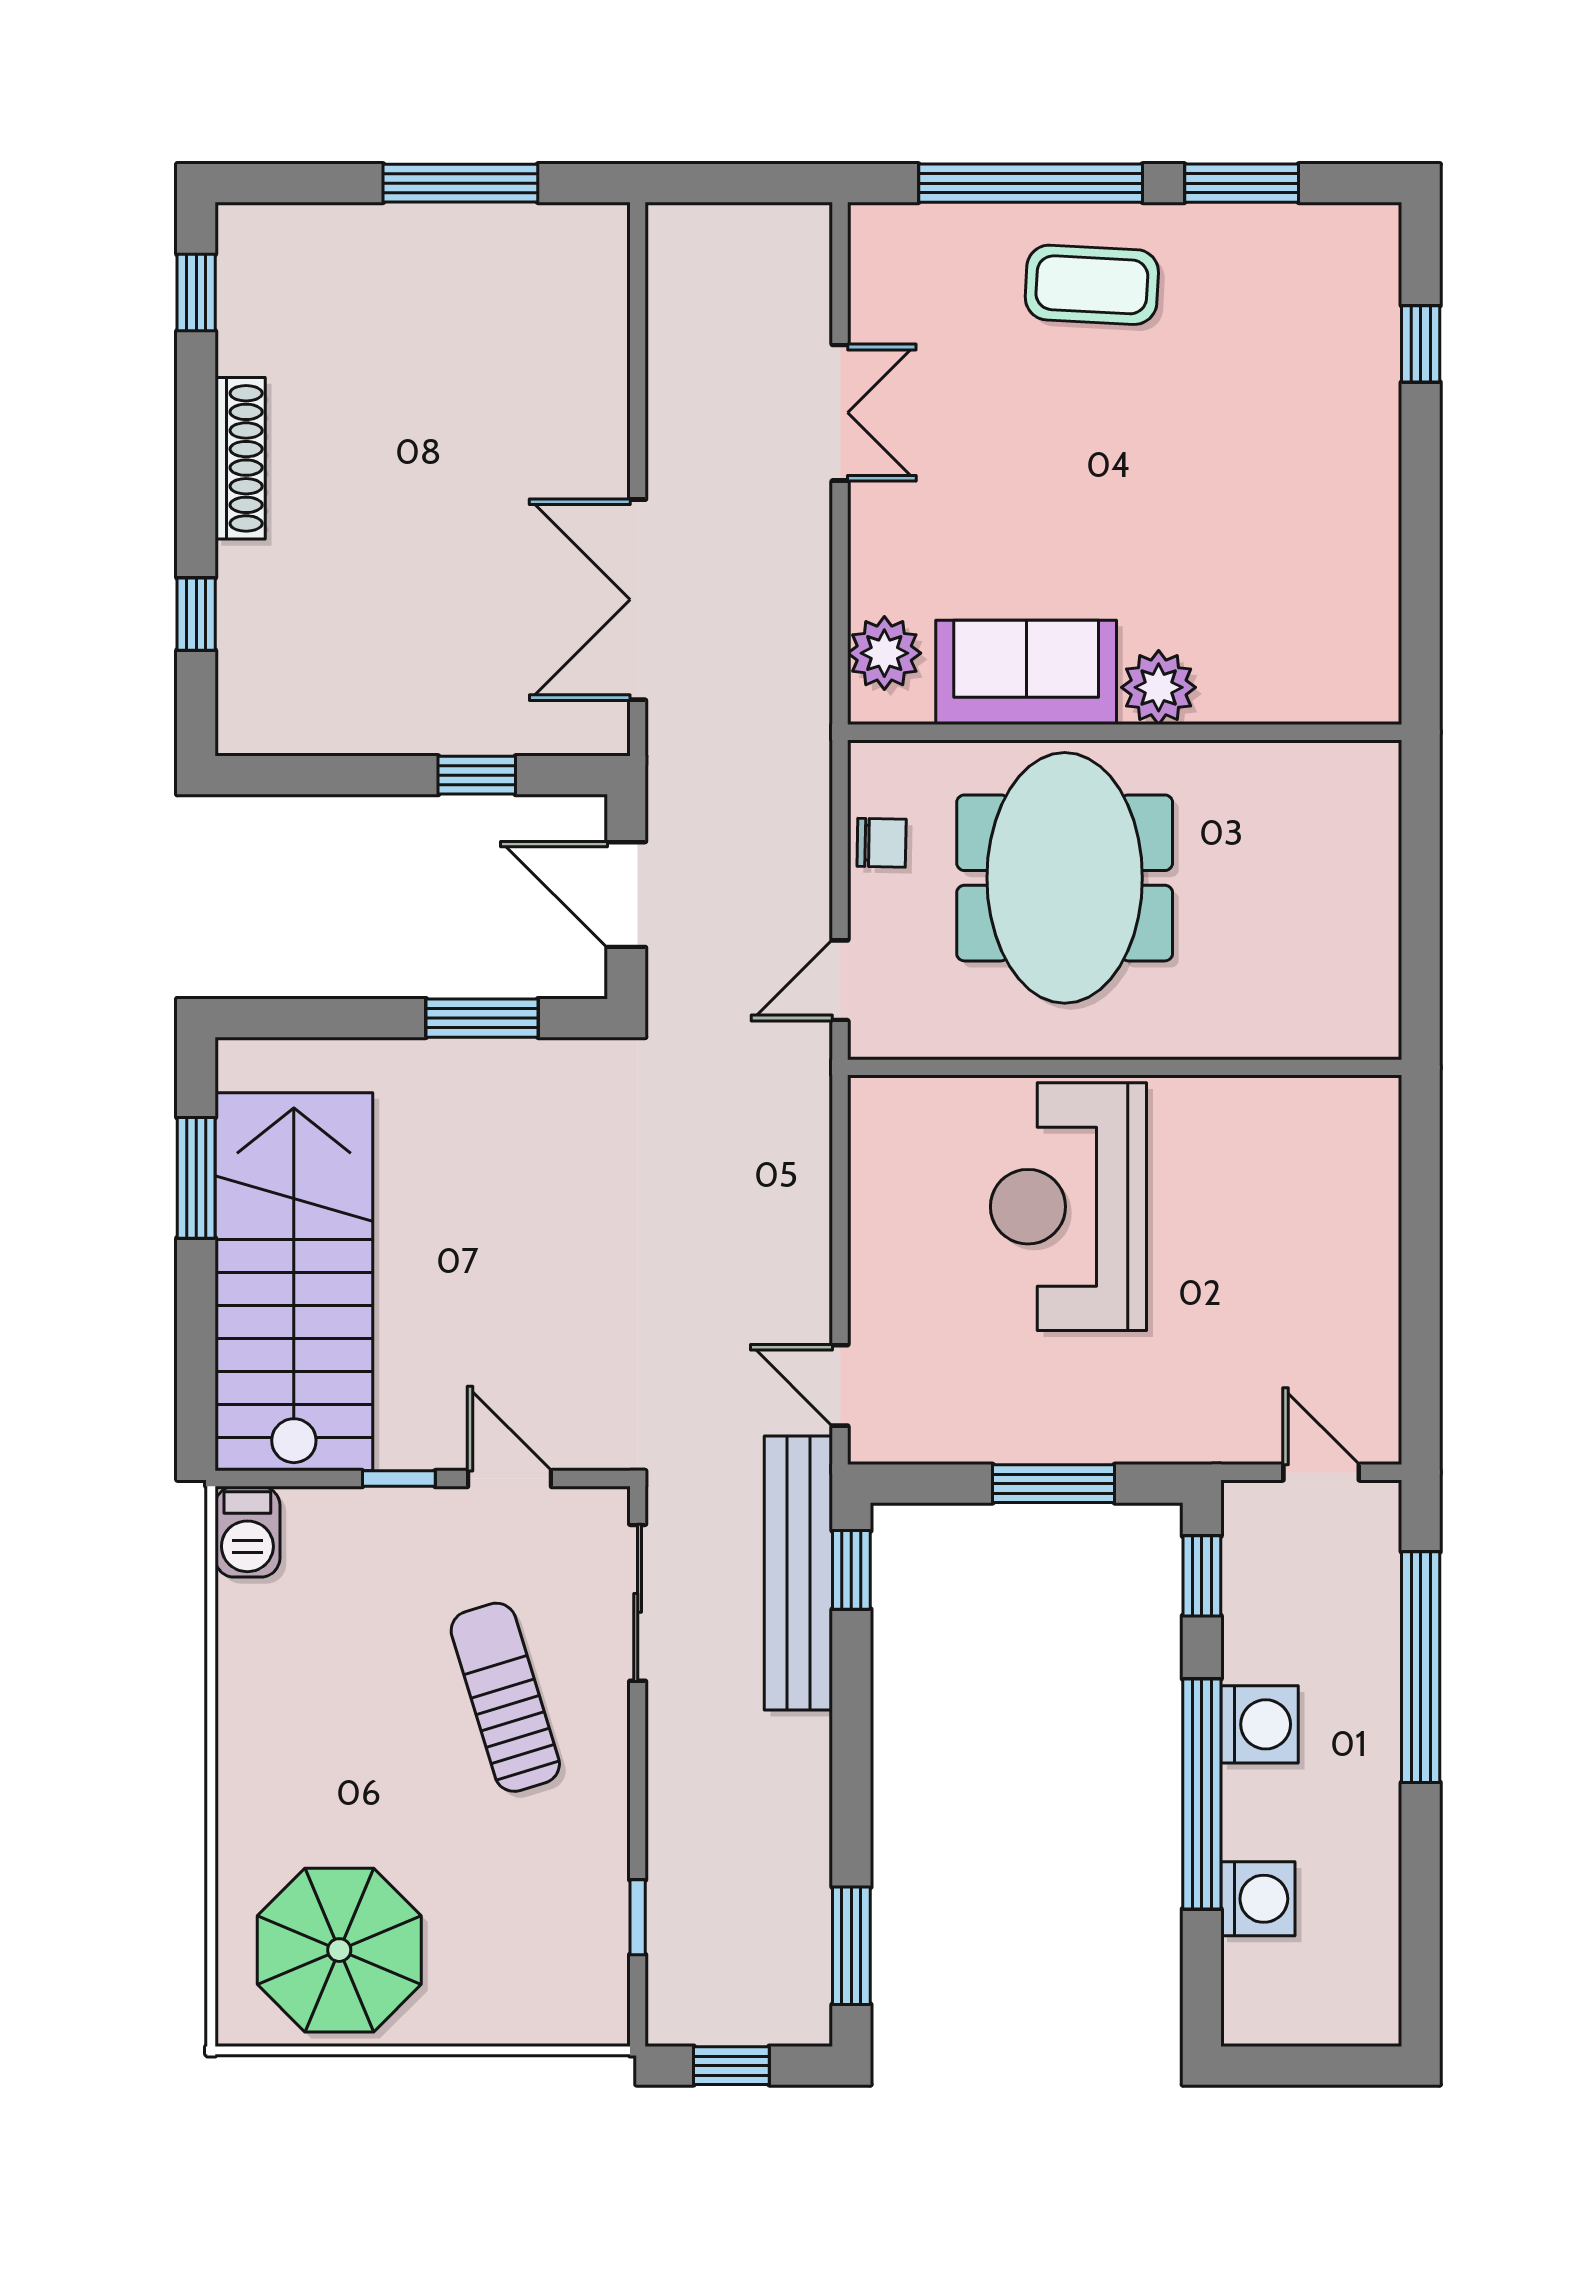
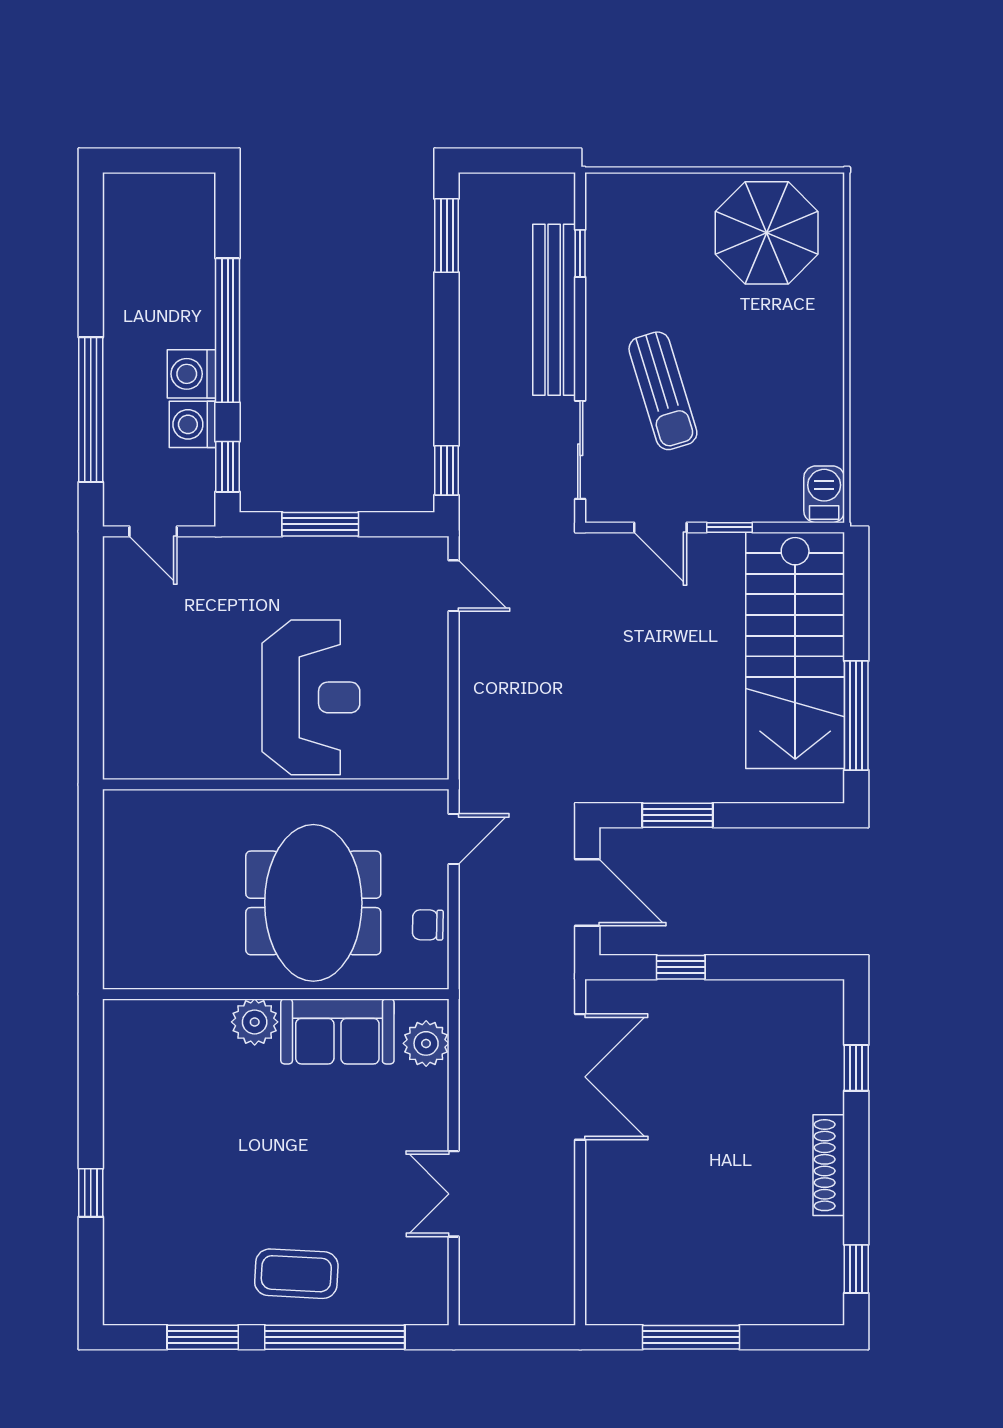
window: (1421, 344) -> (91, 1193), moved
window: (196, 1178) -> (856, 715), width x1.44
bench: (798, 1573) -> (554, 310), moved
washing machine: (1258, 1899) -> (193, 424), moved
window: (731, 2066) -> (522, 161), removed

